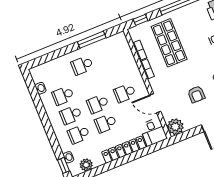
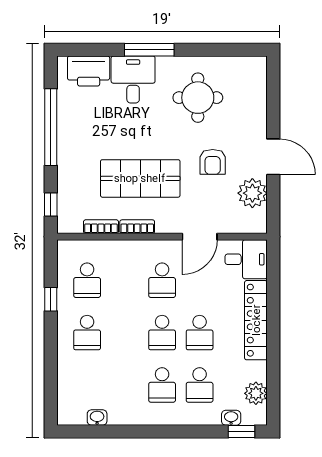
window: (92, 40) -> (51, 299), width x0.46
shop shelf: (169, 43) -> (140, 178), moved
armchair: (196, 94) -> (213, 162), turned 90
school desk: (63, 96) -> (87, 280), moved
plant: (175, 127) -> (252, 193), moved

